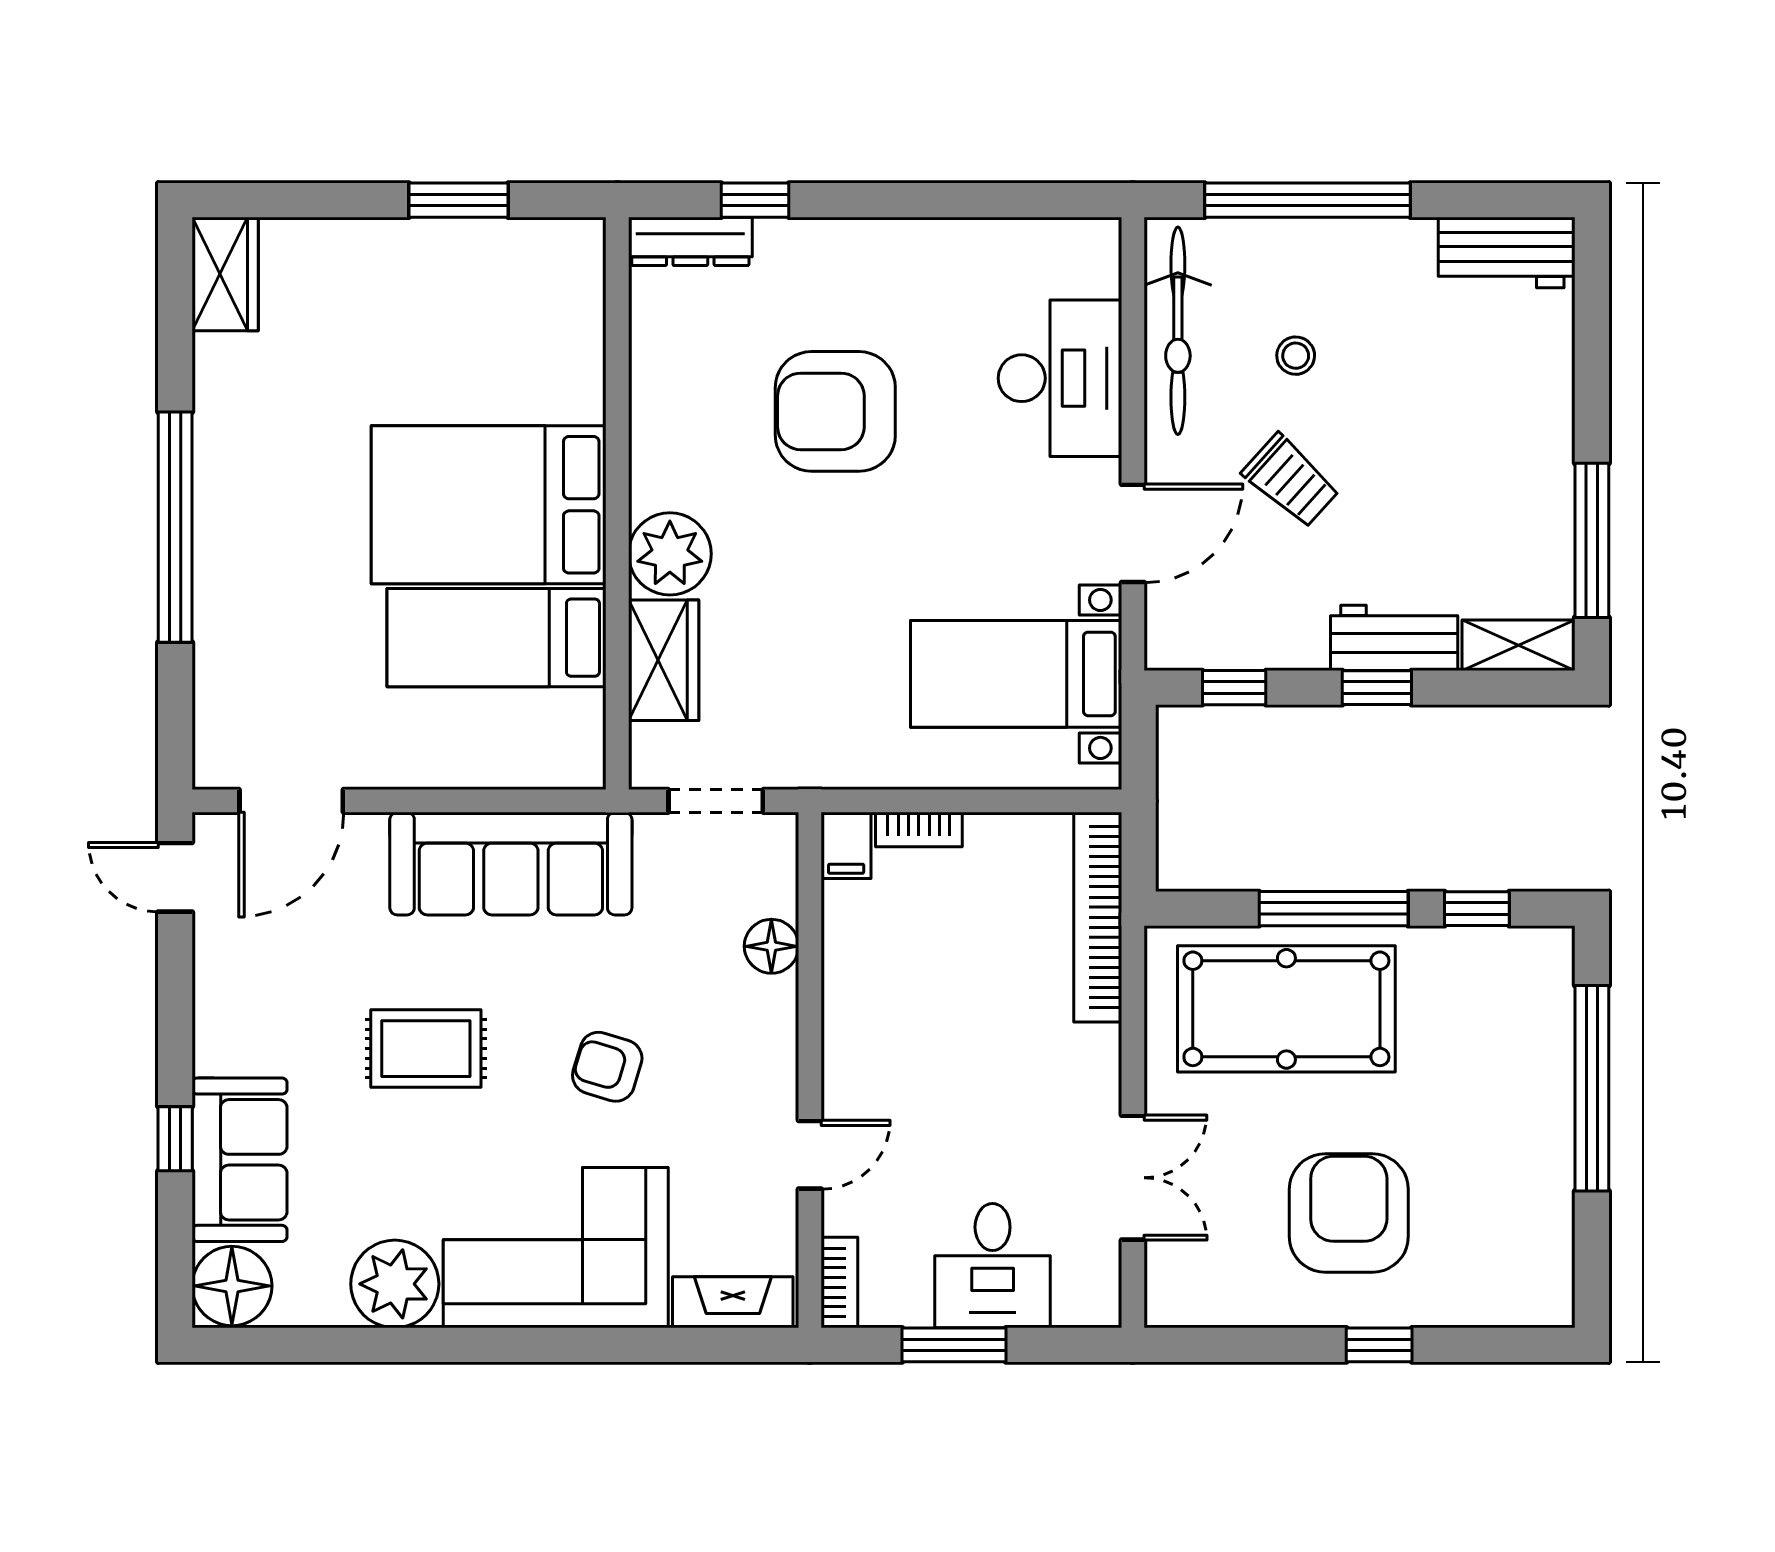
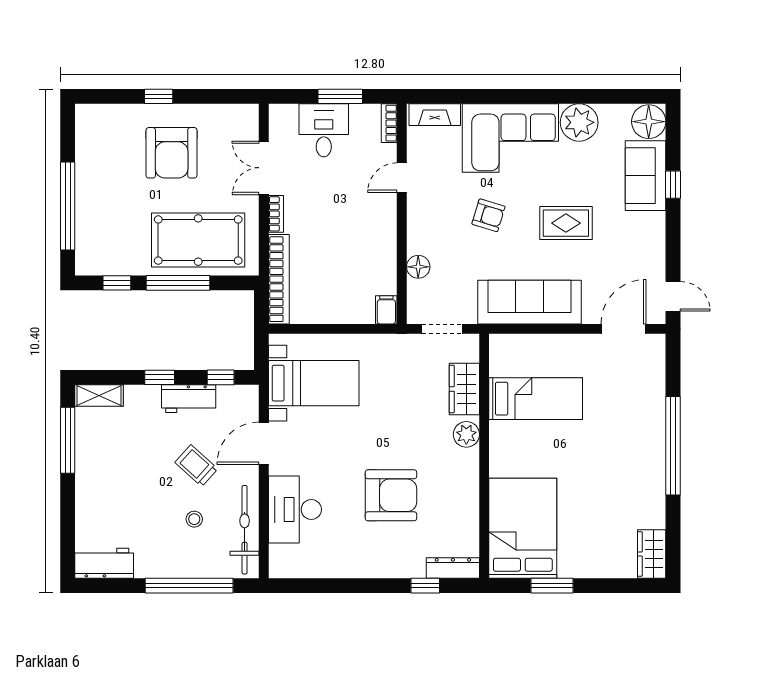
bed: (489, 505) -> (523, 528), moved, turned -90
plant: (670, 554) -> (466, 434), width x0.73, depth x0.73
workbench: (1394, 638) -> (189, 399), moved
bookcase: (919, 830) -> (276, 214), moved, turned 90

